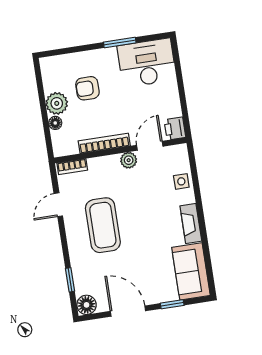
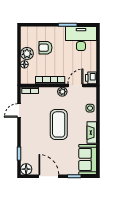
coffee table: (103, 225) -> (59, 124), moved

